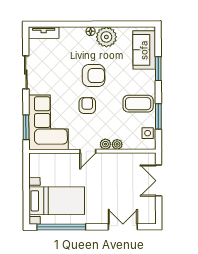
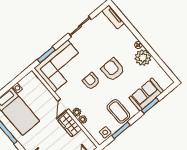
sofa: (144, 50) -> (146, 94), moved
armchair: (94, 76) -> (113, 70), turned 180
armchair: (87, 105) -> (91, 81), turned -90
door: (88, 151) -> (63, 105), hinge flipped
wardrobe: (112, 161) -> (70, 125), added

